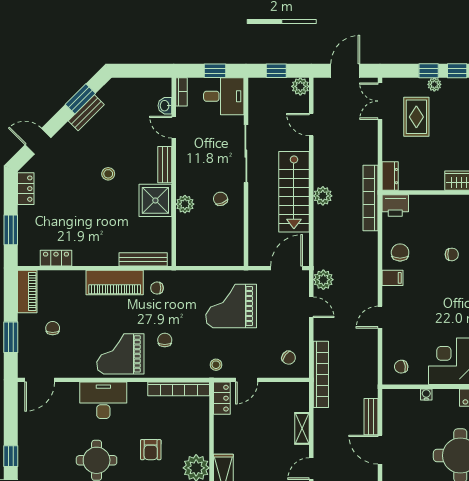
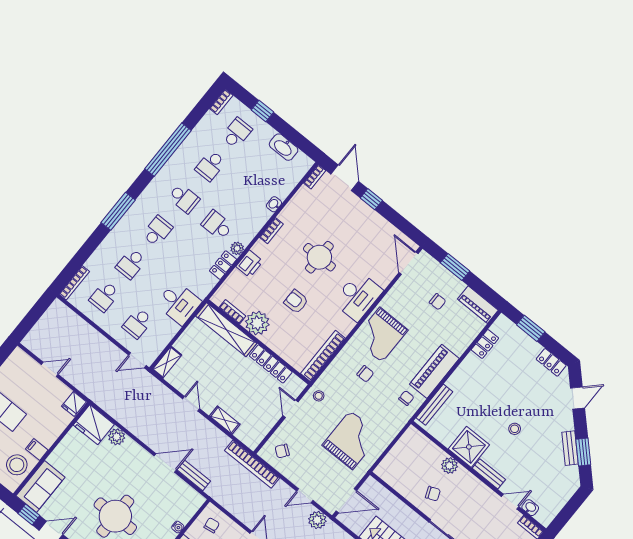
door: (287, 268) -> (346, 501), hinge flipped
grand piano: (120, 354) -> (381, 335), turned 180
locker: (222, 398) -> (271, 364), moved, width x1.53

